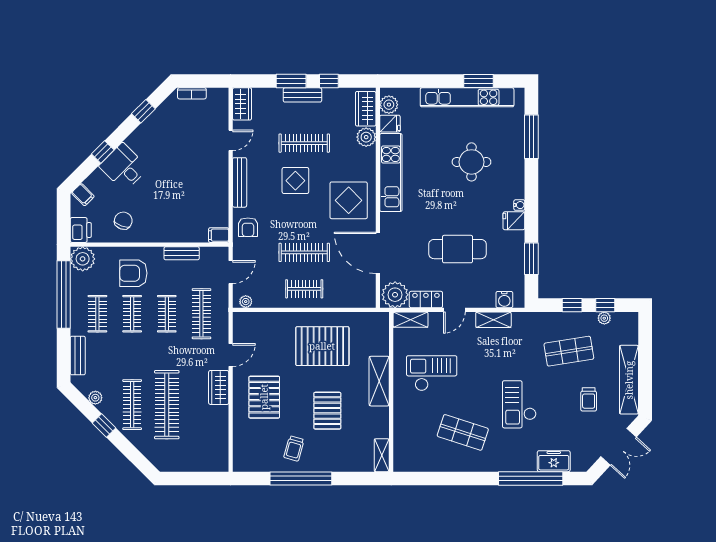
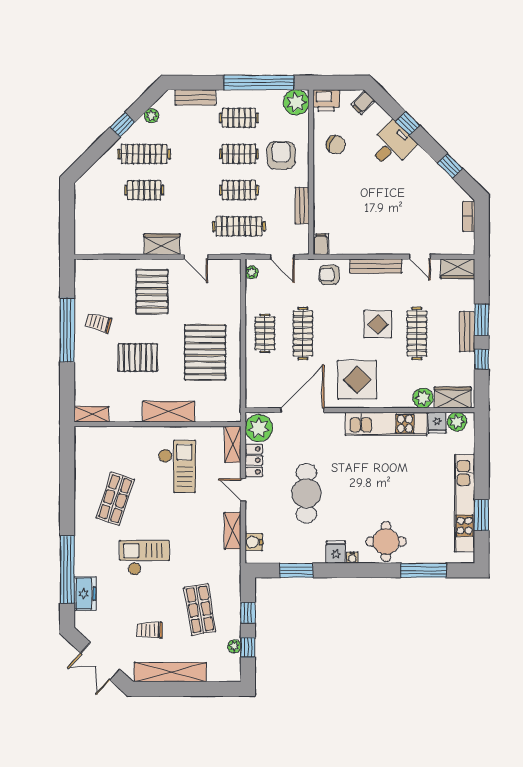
round table: (471, 162) -> (386, 542), moved
pallet: (264, 397) -> (152, 292), turned 90
clothes rail: (167, 405) -> (144, 190), width x0.54, depth x0.76

